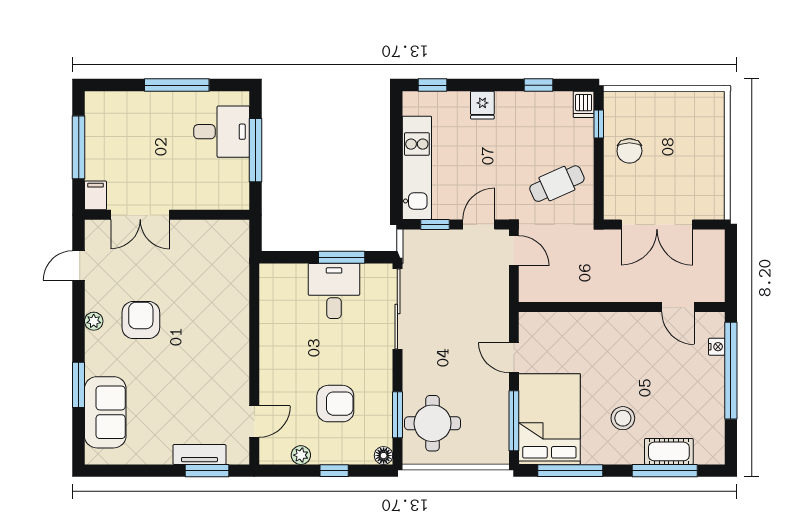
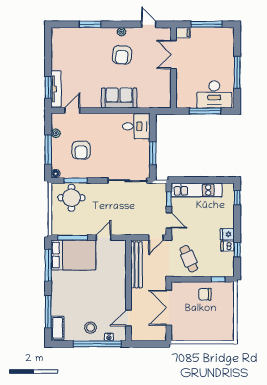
dishwasher: (584, 104) -> (228, 246), moved
fridge: (482, 105) -> (227, 234), moved
desk: (222, 132) -> (214, 94), width x1.37
bench: (569, 290) -> (137, 265), added
desk: (334, 291) -> (136, 126), moved
armchair: (141, 320) -> (122, 55), turned 96
sofa: (105, 412) -> (119, 98), moved, turned 180
stool: (623, 418) -> (90, 328), moved
door: (254, 422) -> (72, 110), swing flipped
cot: (669, 451) -> (58, 328), moved
tv unit: (199, 455) -> (56, 89), width x1.41
window: (334, 471) -> (48, 150), width x2.17

